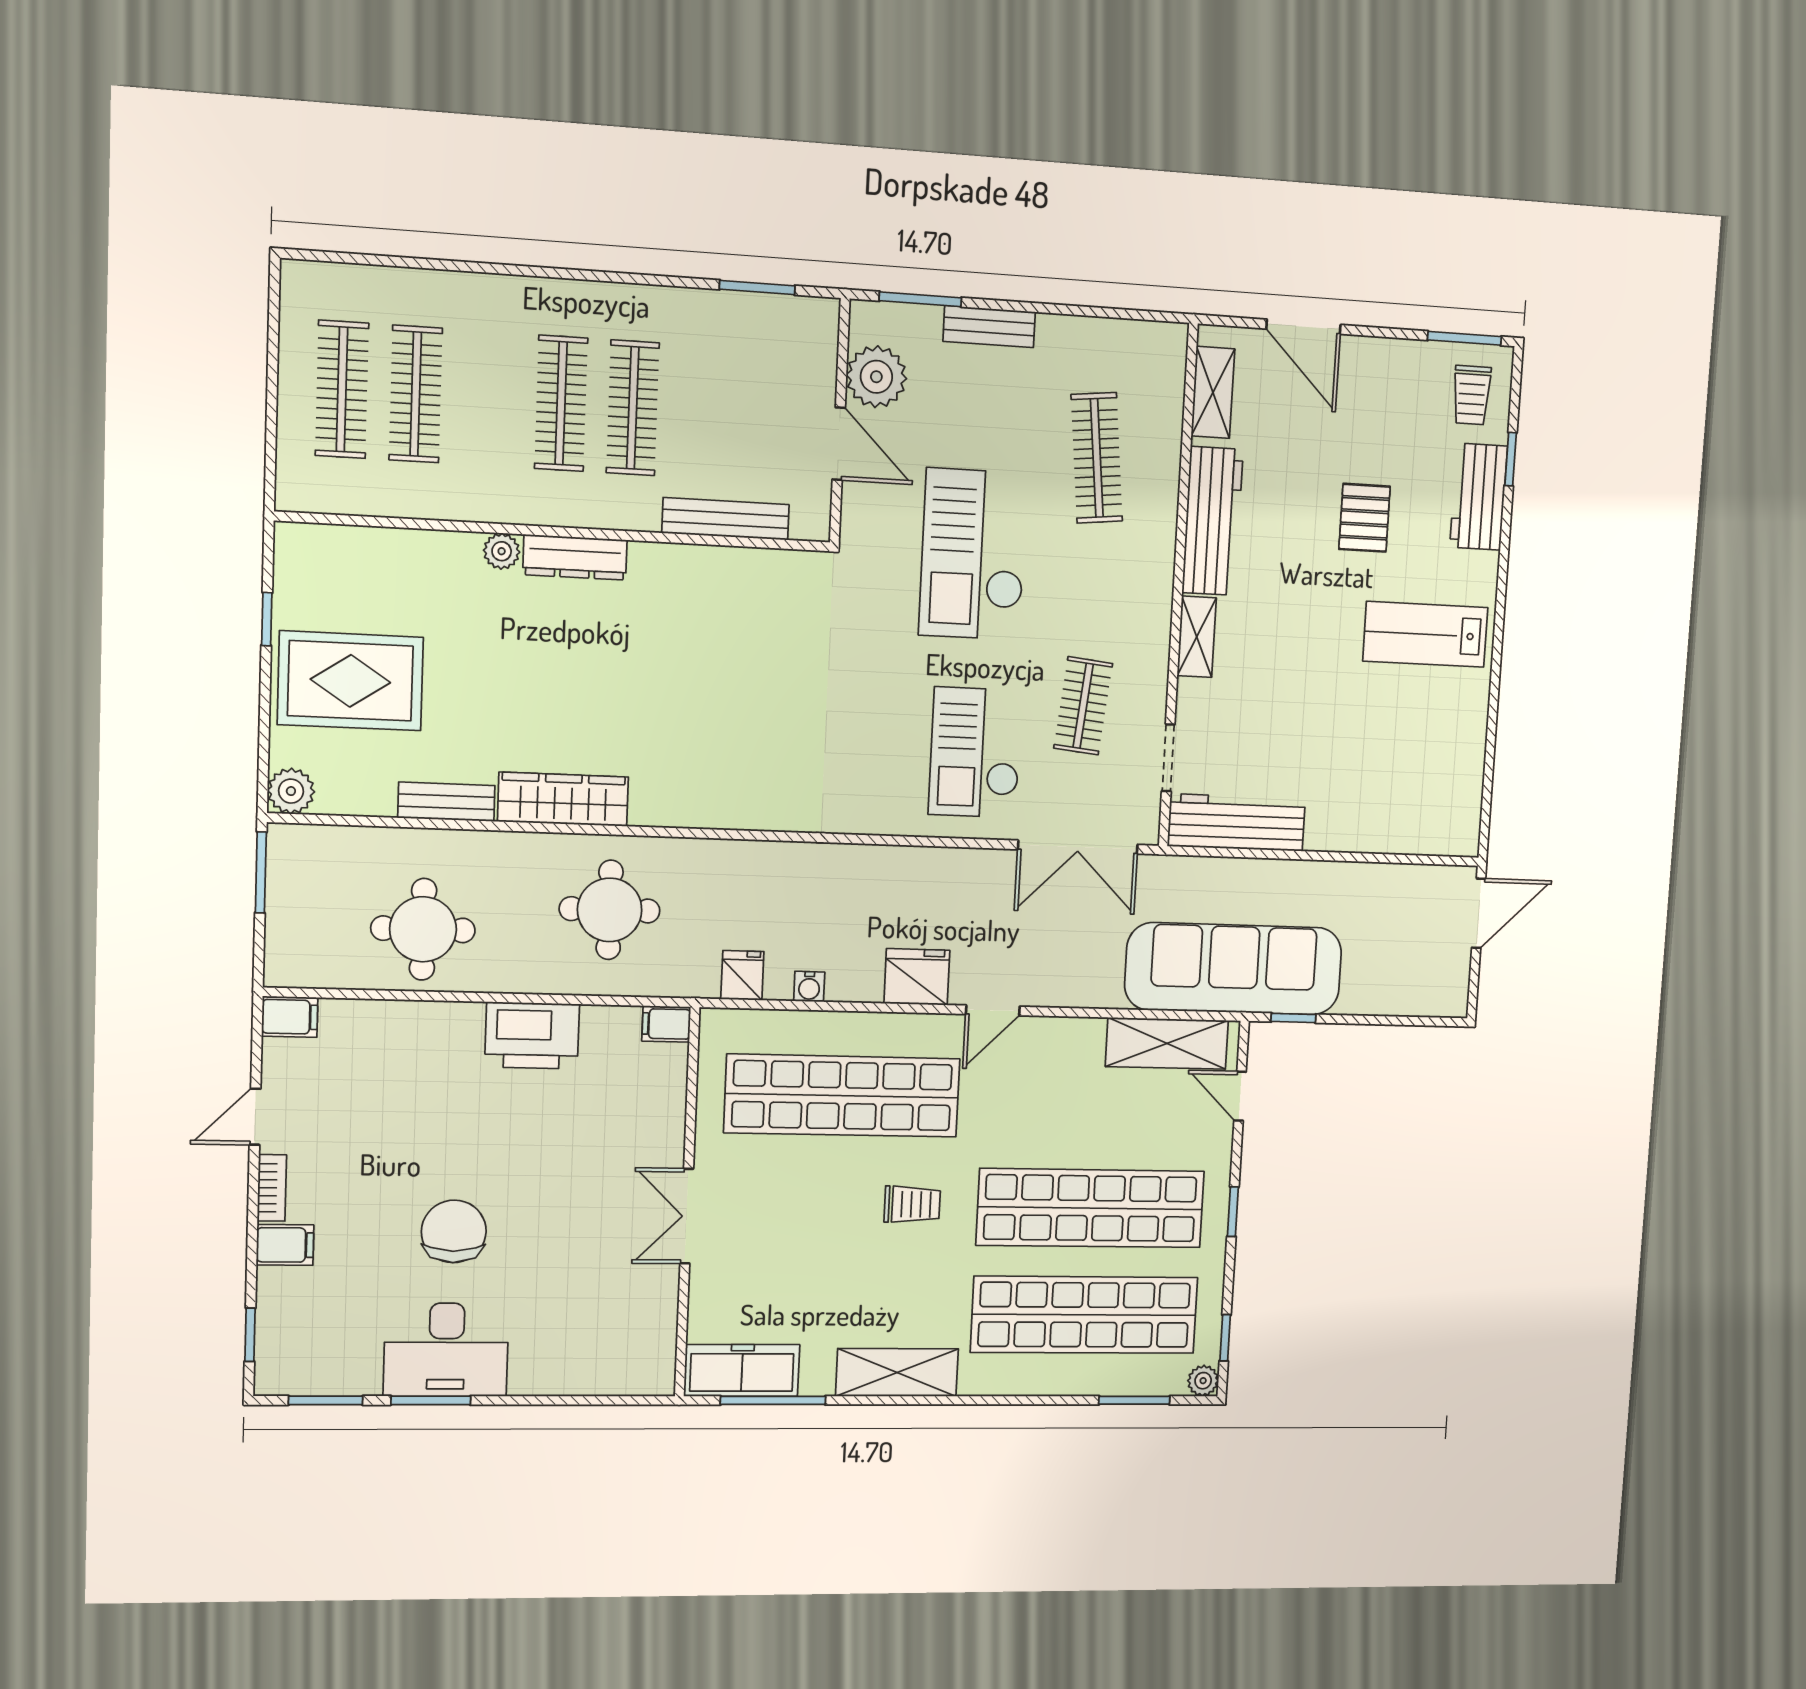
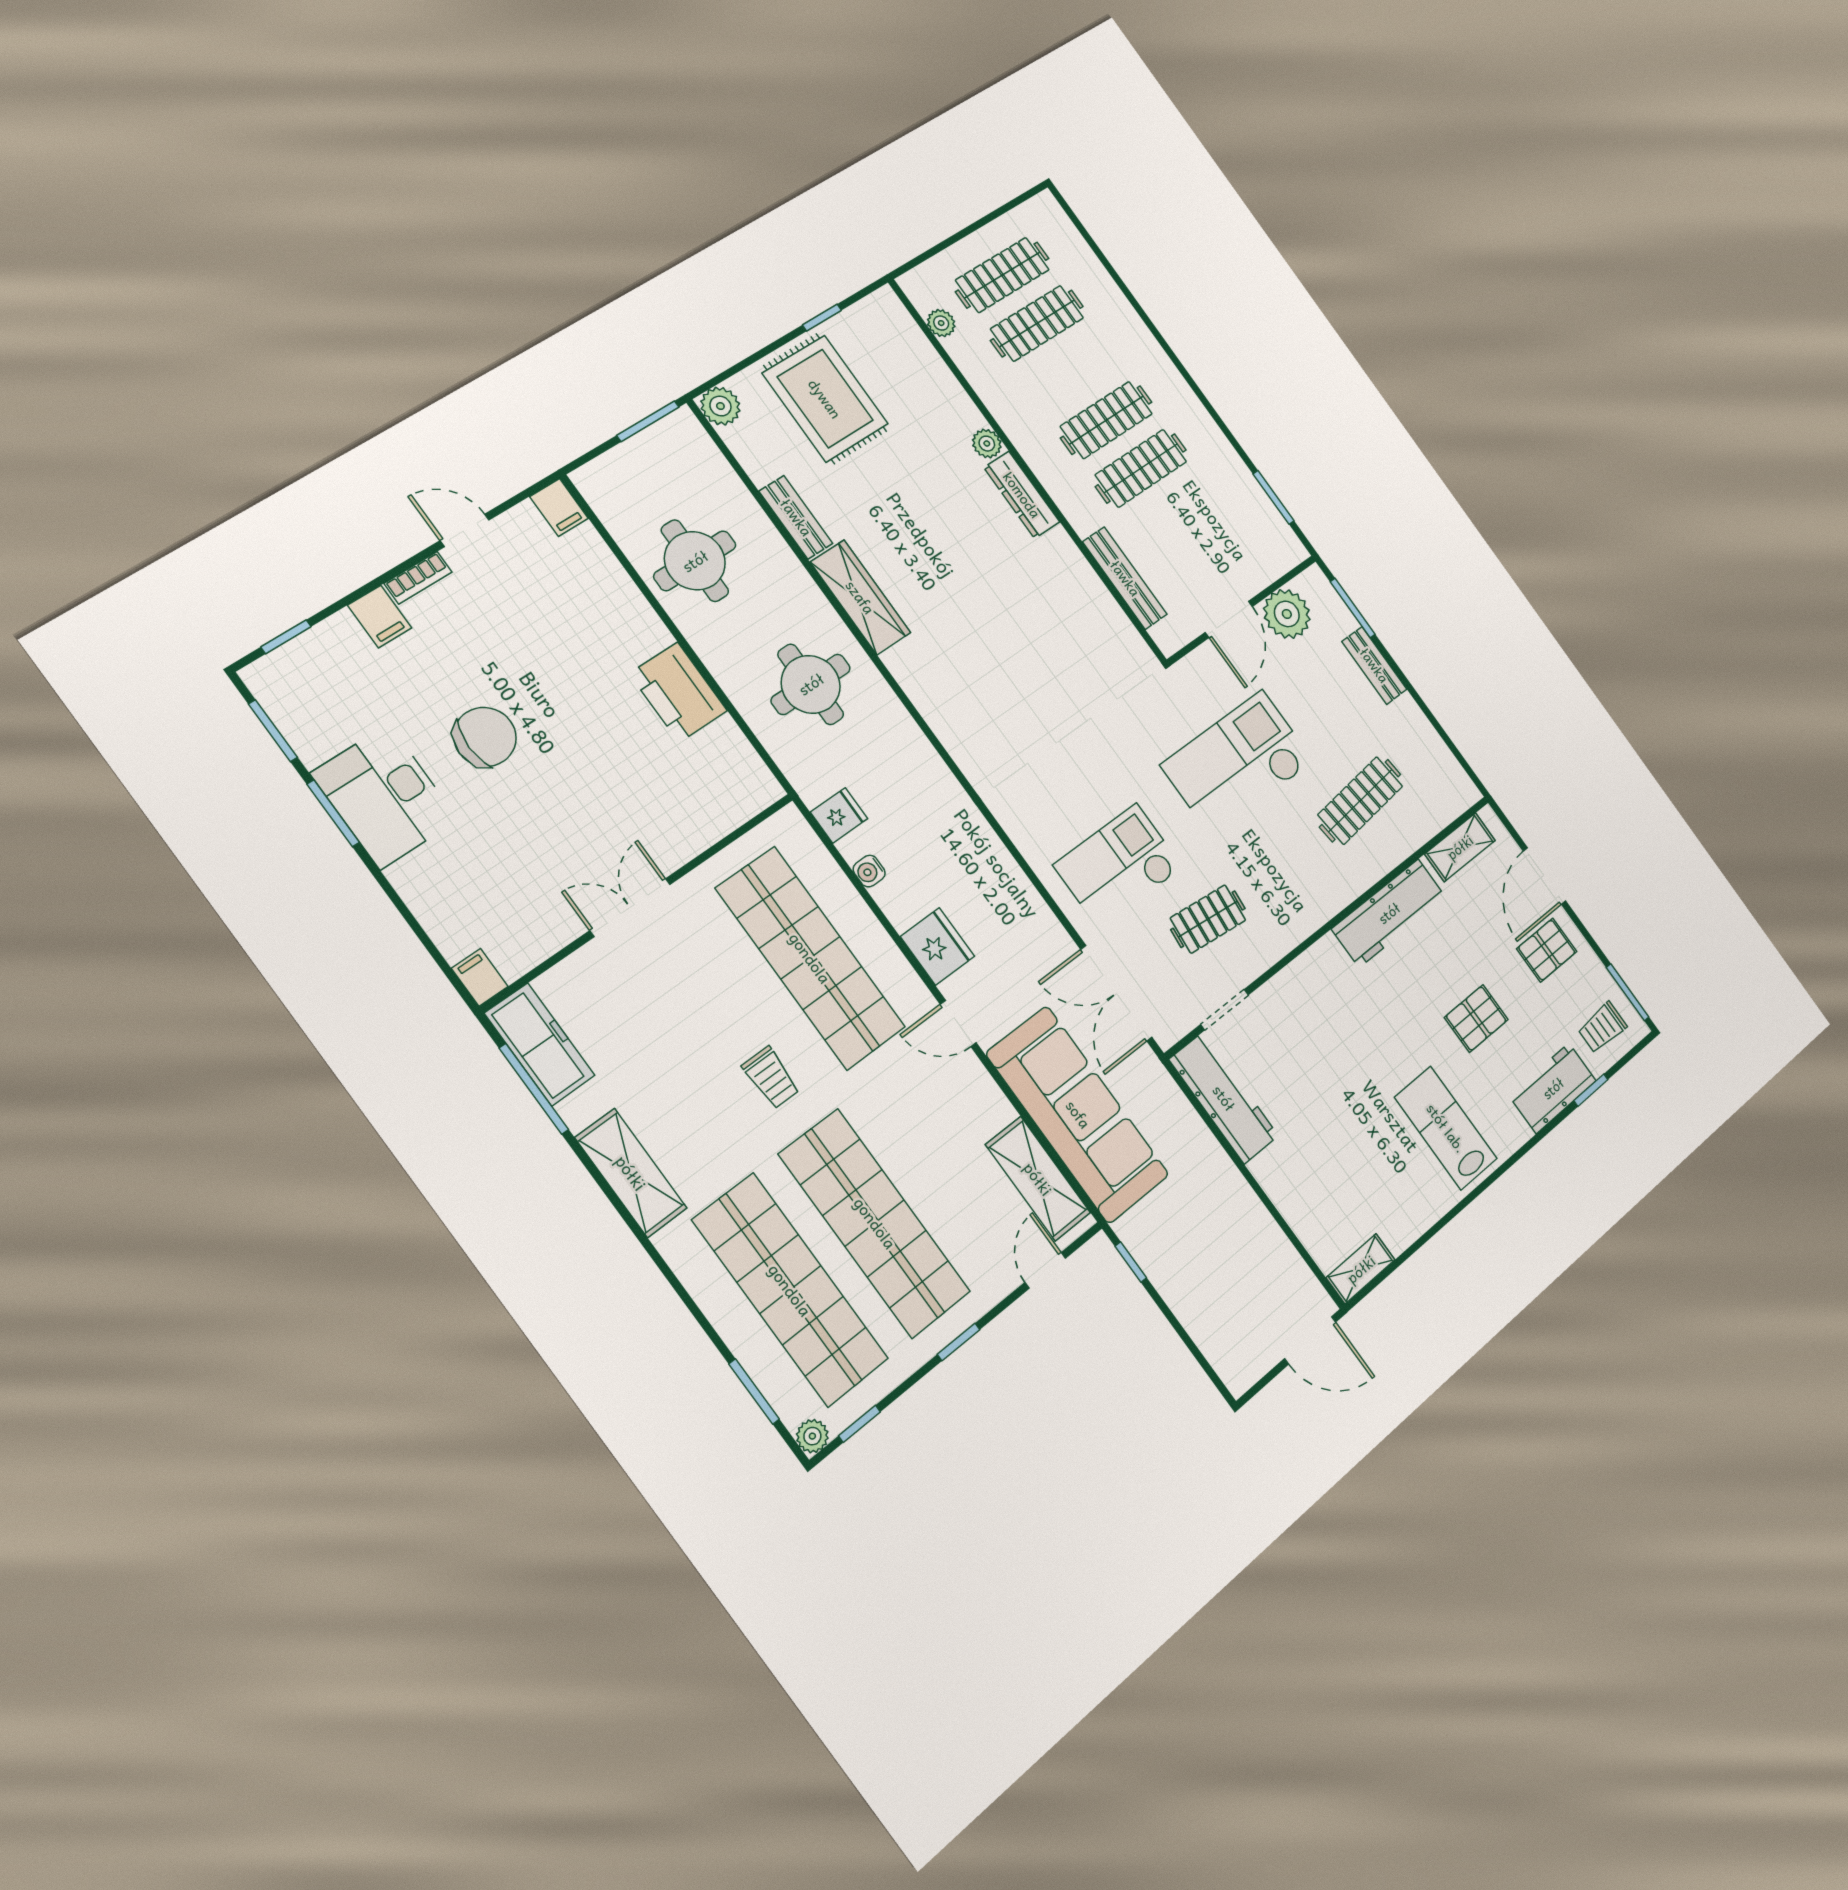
pallet: (1366, 388) -> (1547, 950), added
plant: (350, 498) -> (941, 323), added
shelving: (1197, 637) -> (1361, 1269), moved
sofa: (1234, 969) -> (1078, 1114), moved
filing cabinet: (666, 1024) -> (480, 977), moved

